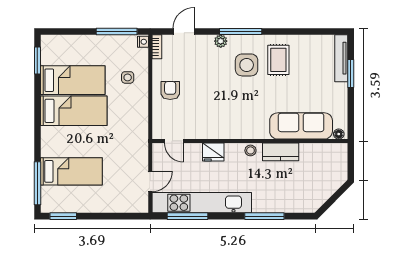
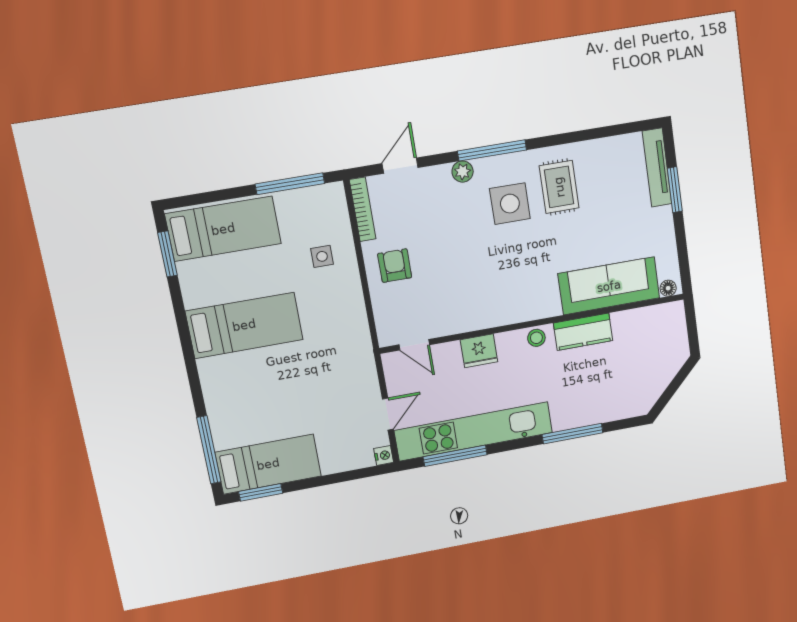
nightstand: (143, 42) -> (384, 455), moved
bookcase: (157, 47) -> (363, 209), width x1.56
bed: (73, 80) -> (223, 229), moved
bed: (71, 171) -> (268, 464), moved

